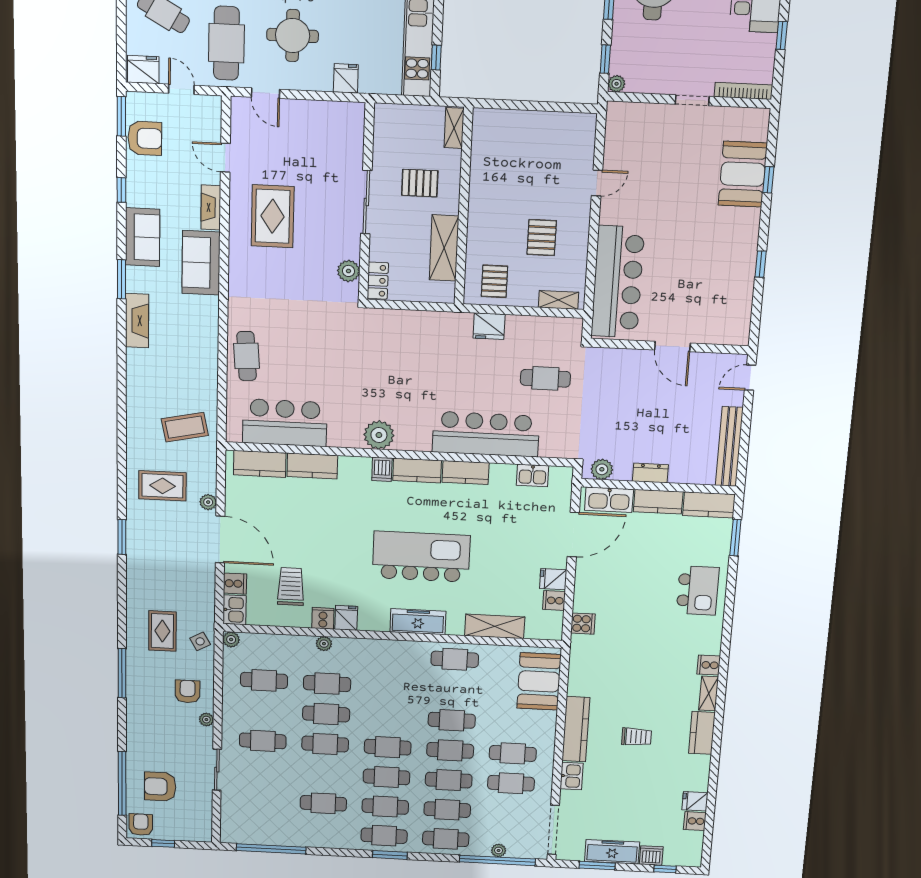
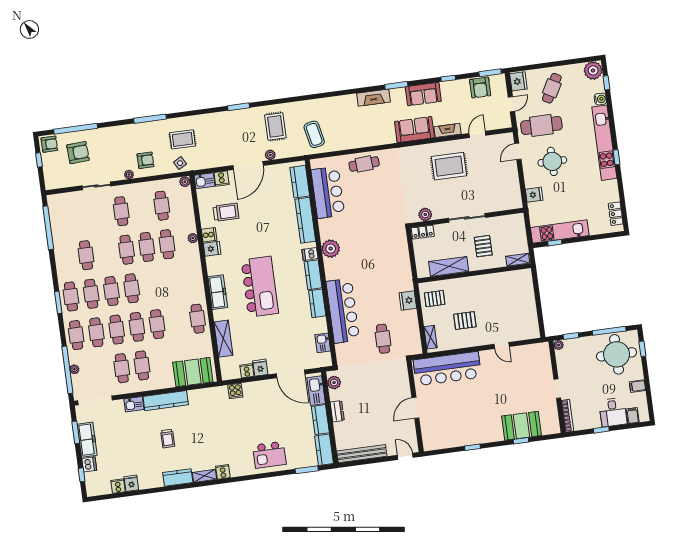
kitchen counter: (312, 466) -> (305, 220), width x1.50
armchair: (160, 787) -> (78, 153), turned 87

